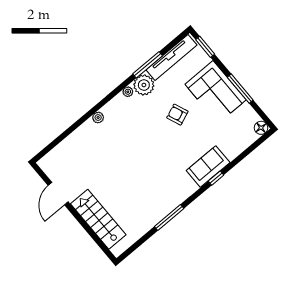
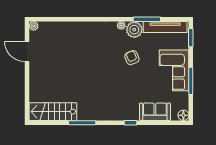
armchair: (177, 115) -> (132, 58), moved
plant: (98, 118) -> (34, 26), moved
sofa: (208, 167) -> (155, 112), moved
door: (58, 194) -> (27, 52), hinge flipped
stairs: (98, 219) -> (53, 112), moved, turned -90

